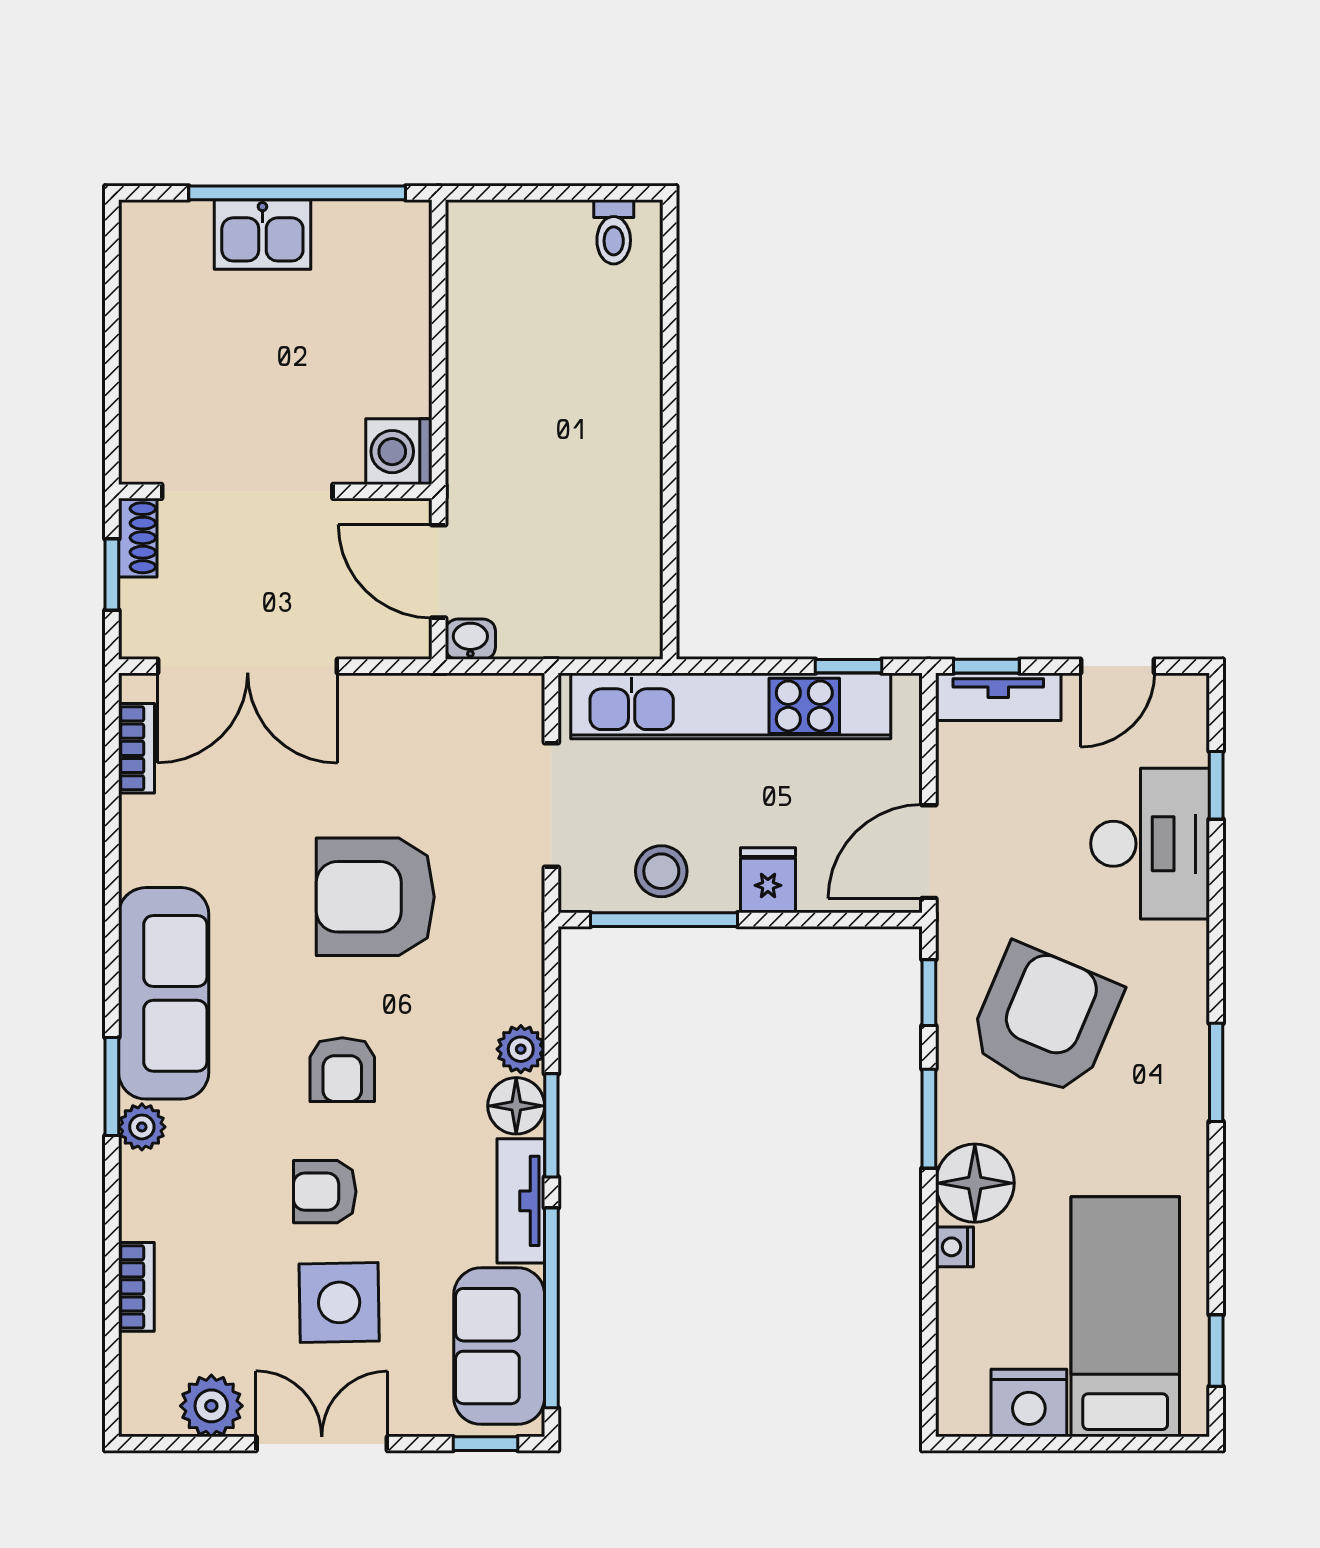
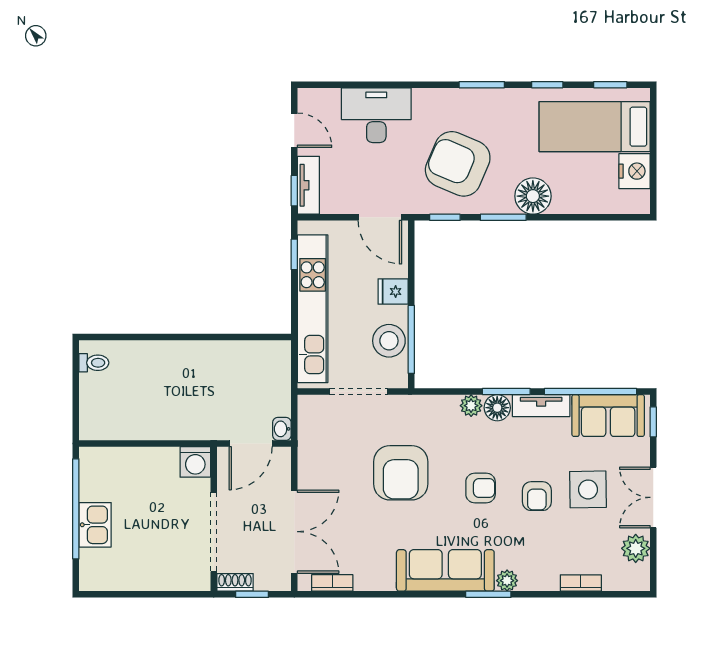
window: (1216, 785) -> (547, 85), moved
stool: (661, 871) -> (389, 341), width x1.38, depth x1.38
nightstand: (955, 1247) -> (562, 205), removed

